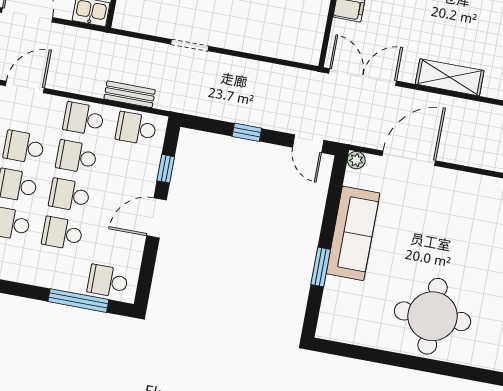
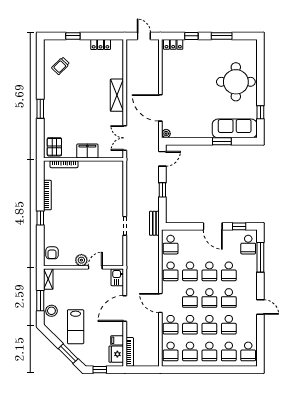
double door: (363, 77) -> (125, 138), width x0.73
bench: (130, 94) -> (154, 223), moved
window: (166, 169) -> (239, 226), moved
sofa: (353, 233) -> (235, 128), moved
window: (364, 353) -> (260, 112), added

